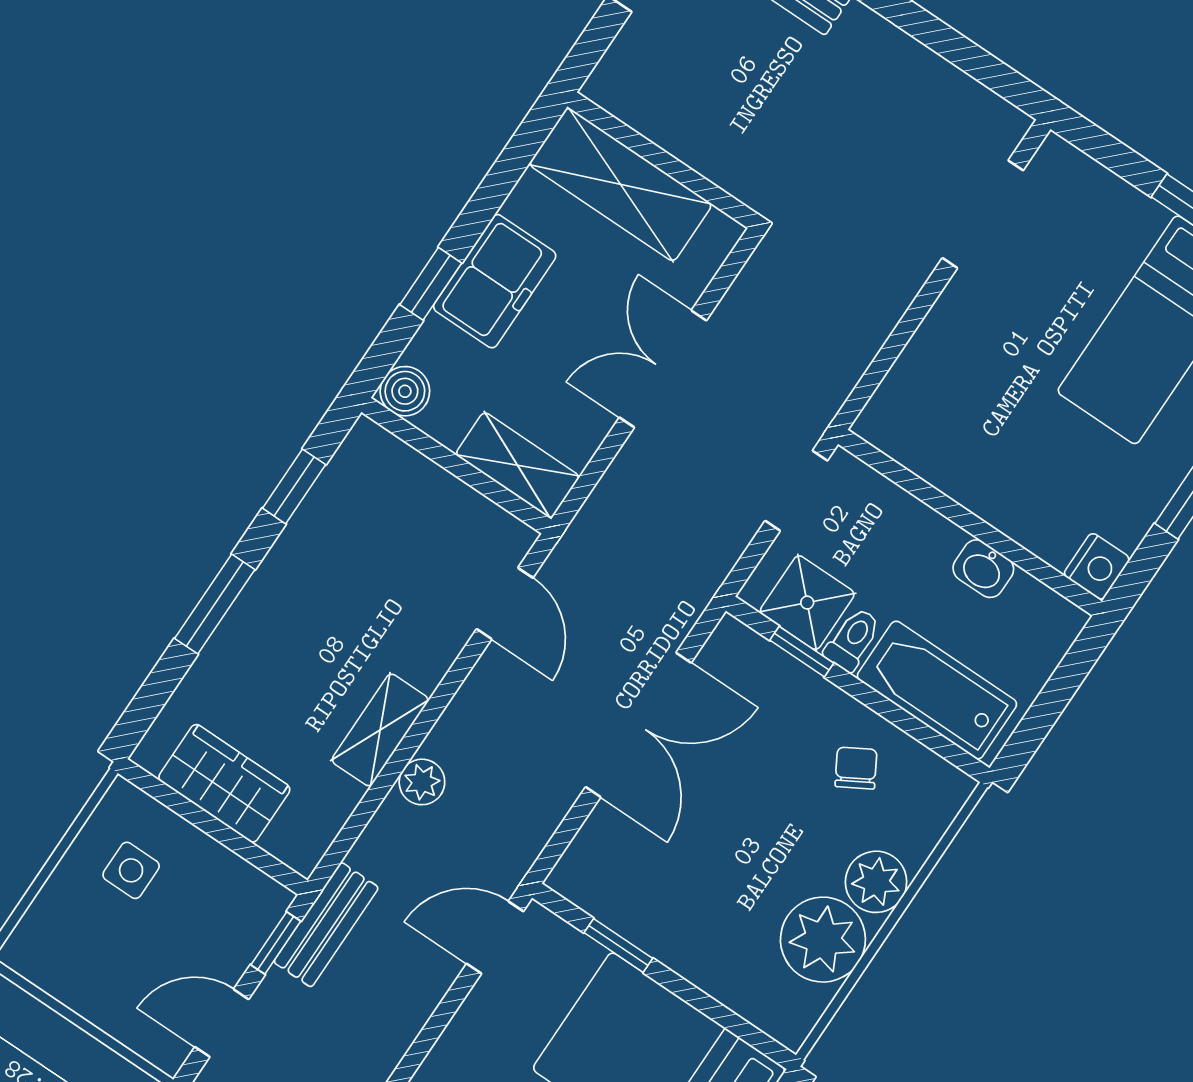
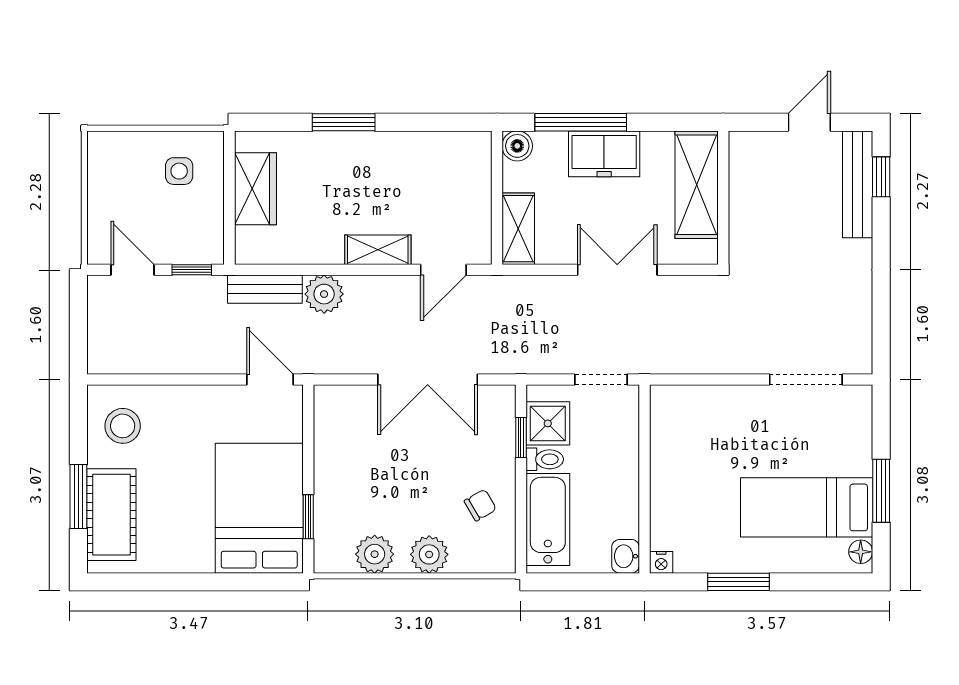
window: (431, 284) -> (581, 122), width x2.17
window: (294, 486) -> (431, 122), removed
nightstand: (1097, 566) -> (661, 562), width x0.72, depth x0.74
washbasin: (983, 569) -> (626, 556), moved
shelving: (380, 730) -> (378, 250), moved
plant: (422, 782) -> (324, 294), width x1.38, depth x1.38
bench: (326, 925) -> (265, 289), moved
plant: (823, 940) -> (375, 554), width x0.73, depth x0.73
window: (618, 945) -> (308, 517), moved

